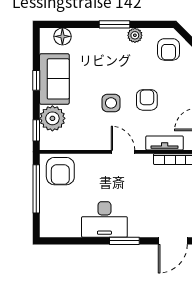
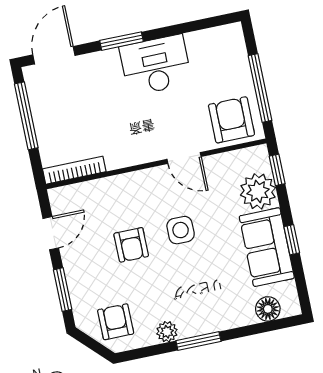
tv unit: (165, 143) -> (94, 190), removed
door: (123, 152) -> (184, 158), moved

